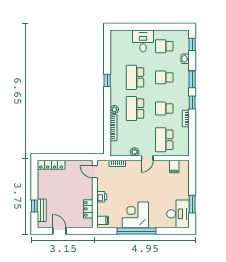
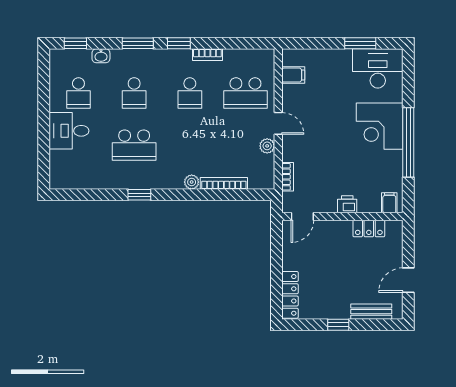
school desk: (135, 109) -> (190, 145), removed
window: (34, 206) -> (338, 325), moved
corner desk: (135, 215) -> (380, 126), moved

